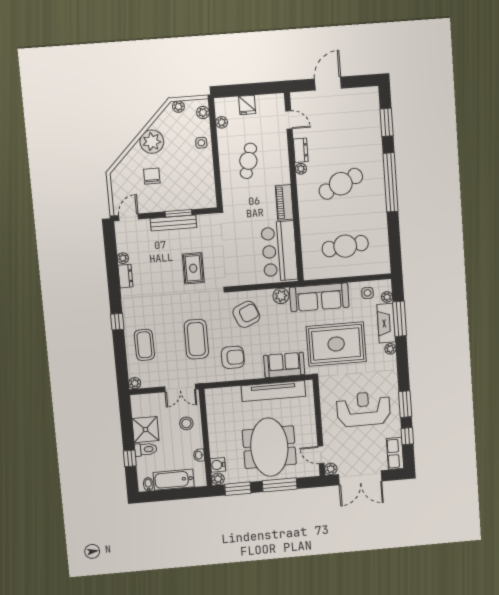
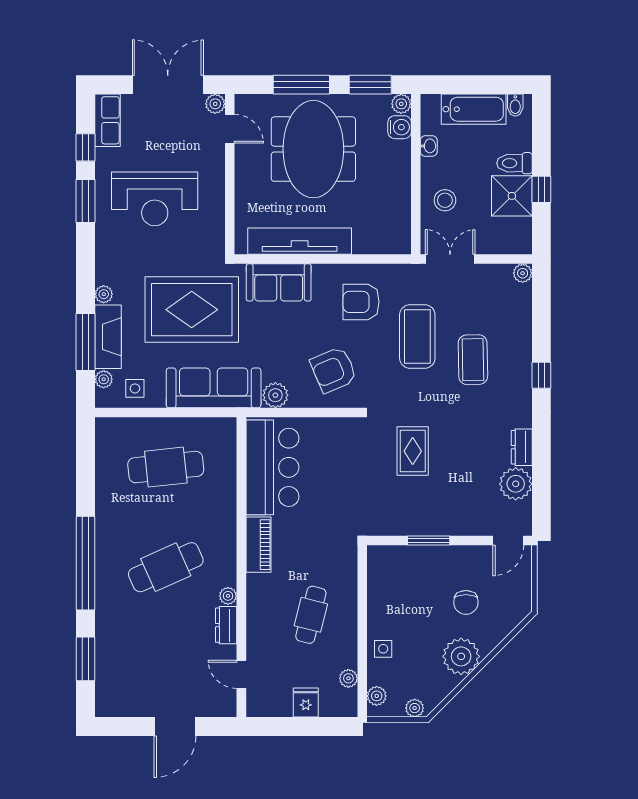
bench: (173, 223) -> (438, 526), removed
plant: (123, 258) -> (516, 484), width x1.87, depth x1.87
coffee table: (144, 345) -> (473, 360), moved
window: (130, 458) -> (541, 189), moved

